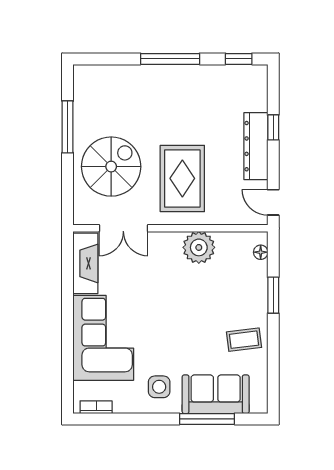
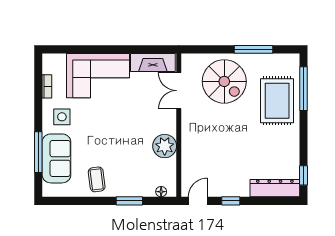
window: (170, 59) -> (304, 89), moved
window: (273, 127) -> (231, 201), moved
dresser: (256, 146) -> (275, 188), moved
rug: (182, 178) -> (277, 101), moved, turned 90
bookcase: (96, 407) -> (47, 86), moved

